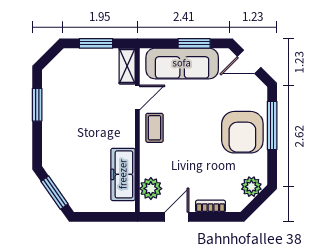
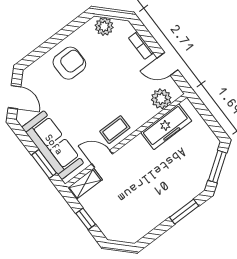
window: (96, 43) -> (86, 219), width x0.67
window: (194, 43) -> (44, 164), moved
window: (37, 105) -> (184, 212), moved
window: (272, 125) -> (48, 45), removed
armchair: (242, 132) -> (69, 63), width x0.73, depth x0.73

